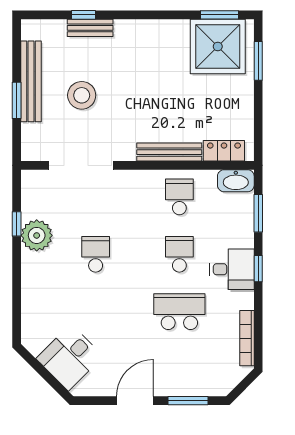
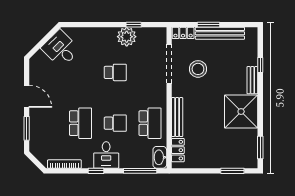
bench: (90, 28) -> (252, 80), moved
shower: (218, 46) -> (241, 112), moved
stool: (82, 95) -> (198, 69), moved
locker: (30, 142) -> (183, 33), added
school desk: (179, 197) -> (150, 123), width x1.85
window: (258, 213) -> (140, 171), width x1.44
window: (258, 269) -> (96, 171), moved
desk: (70, 357) -> (61, 49), moved

